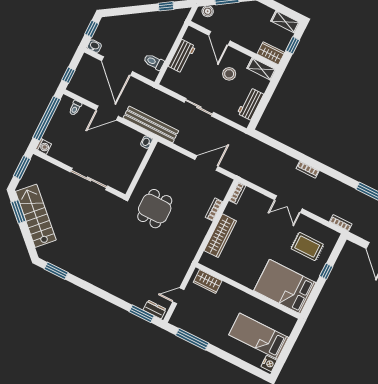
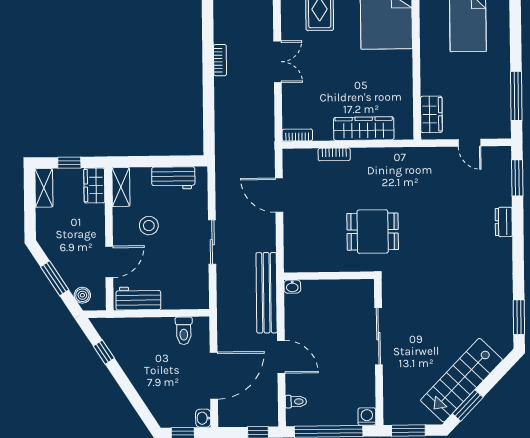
workbench: (182, 56) -> (138, 298), moved
dresser: (155, 310) -> (504, 222), moved

